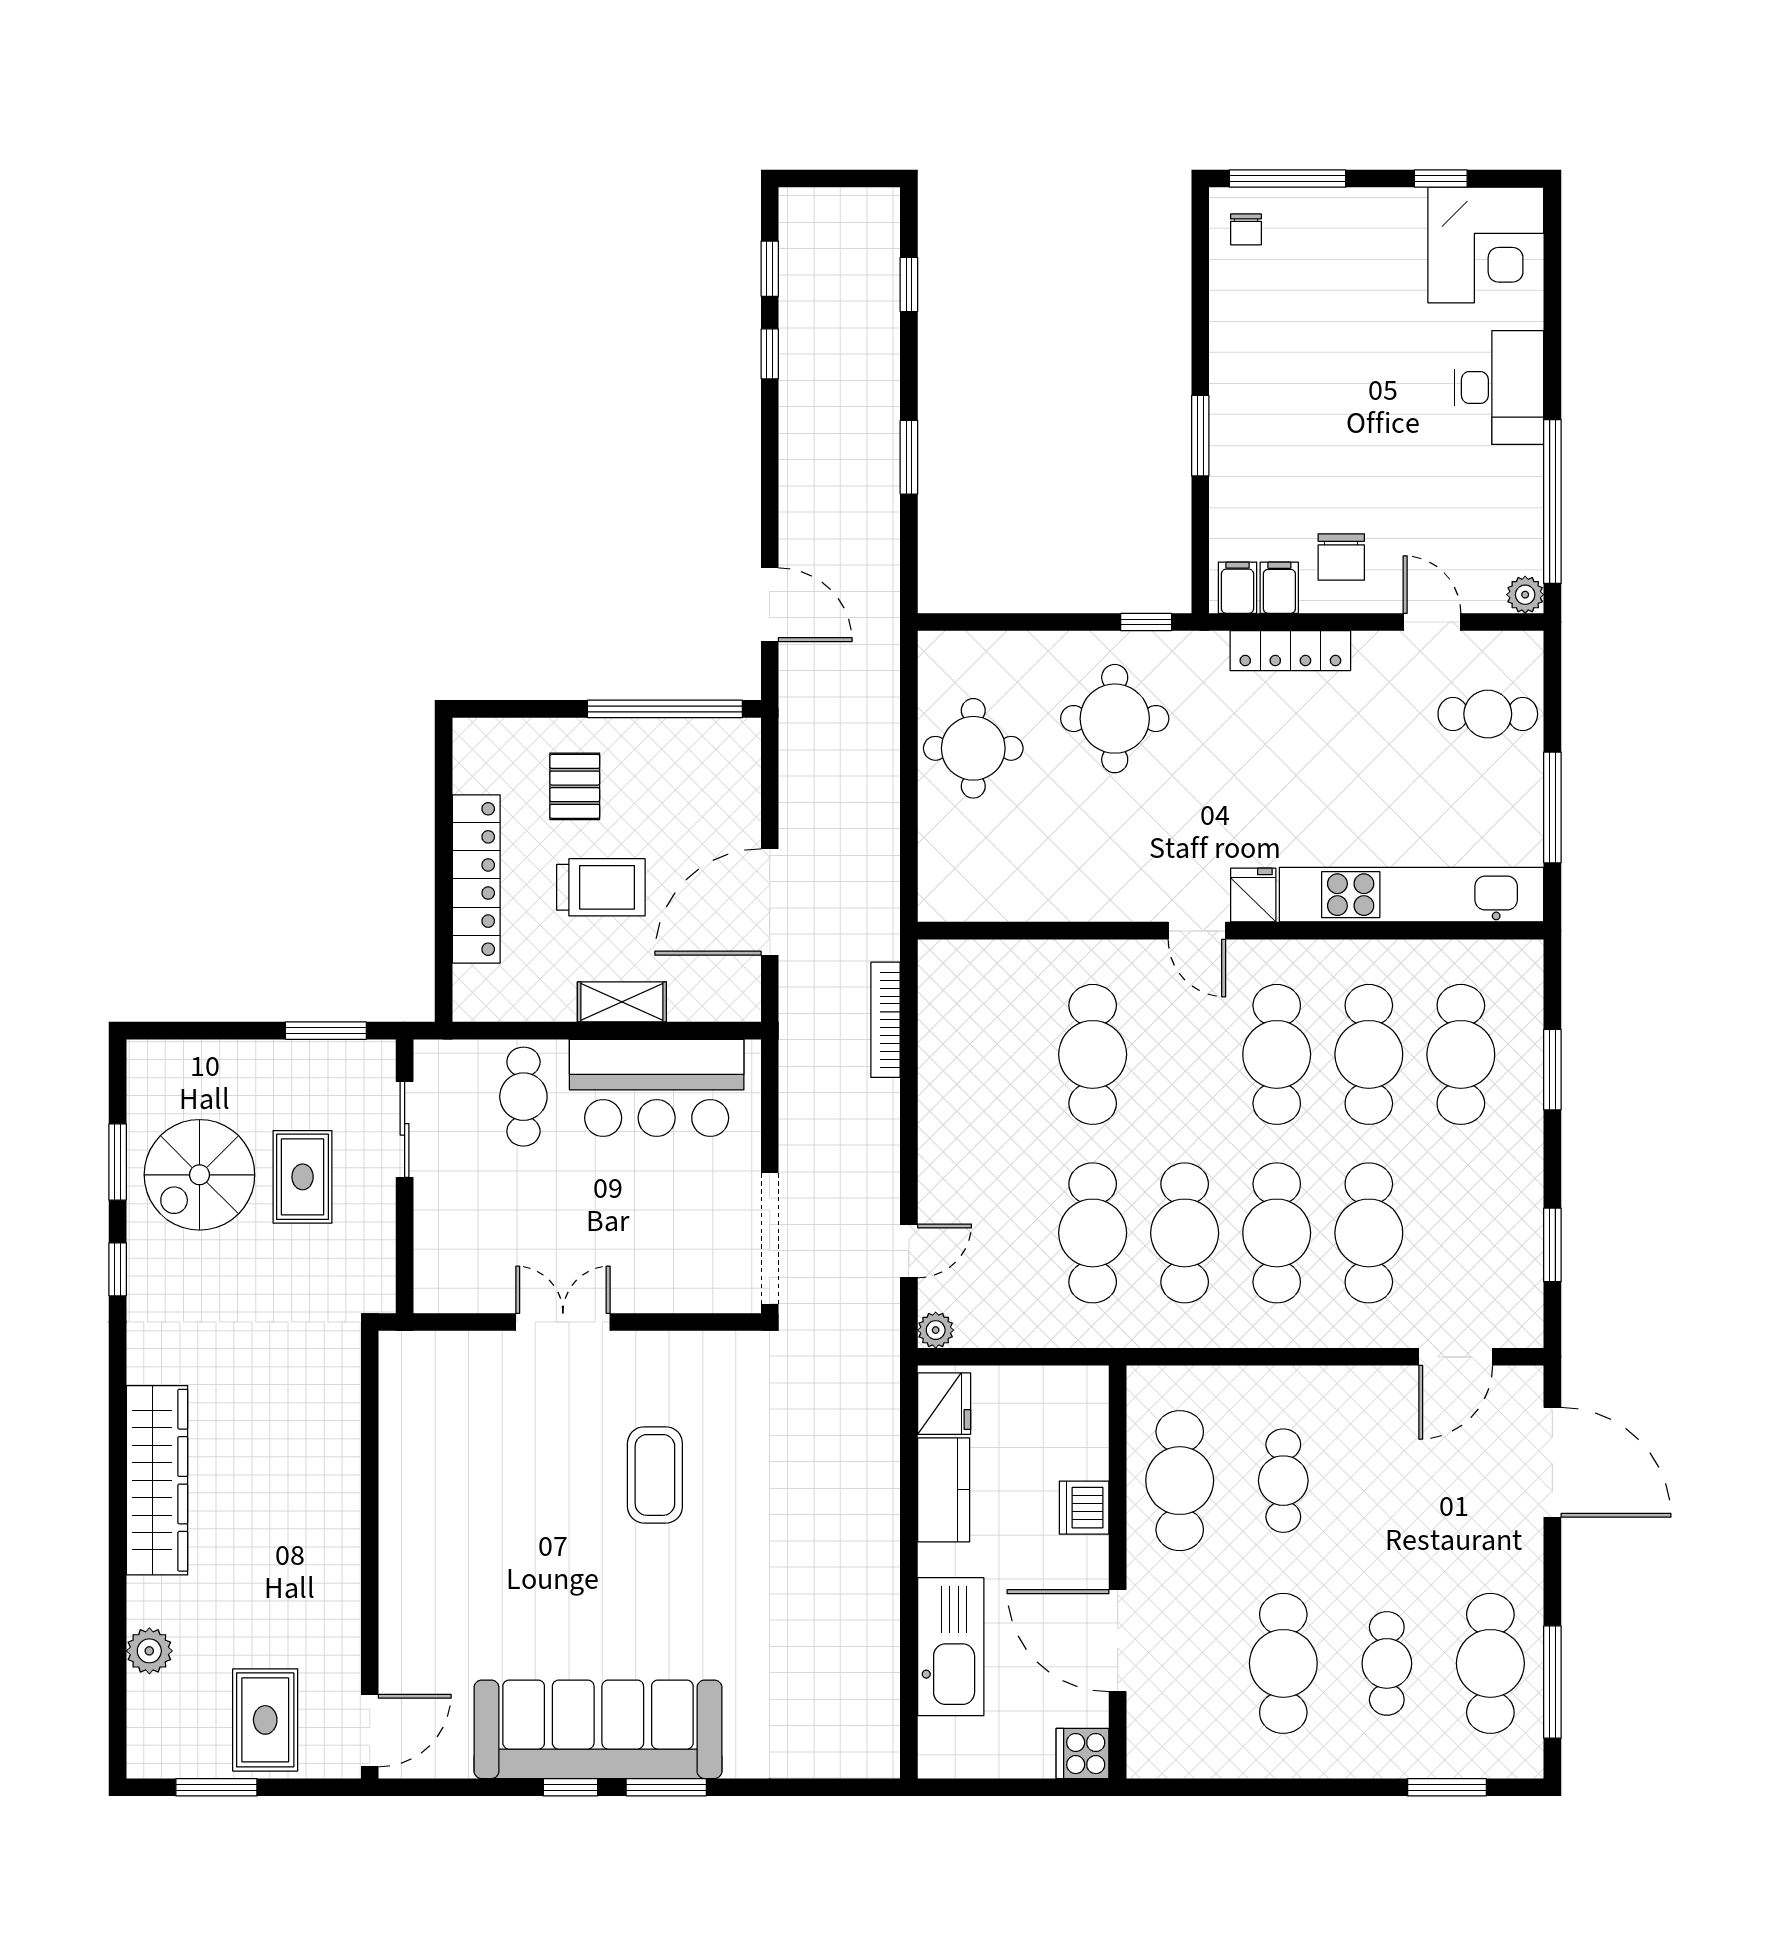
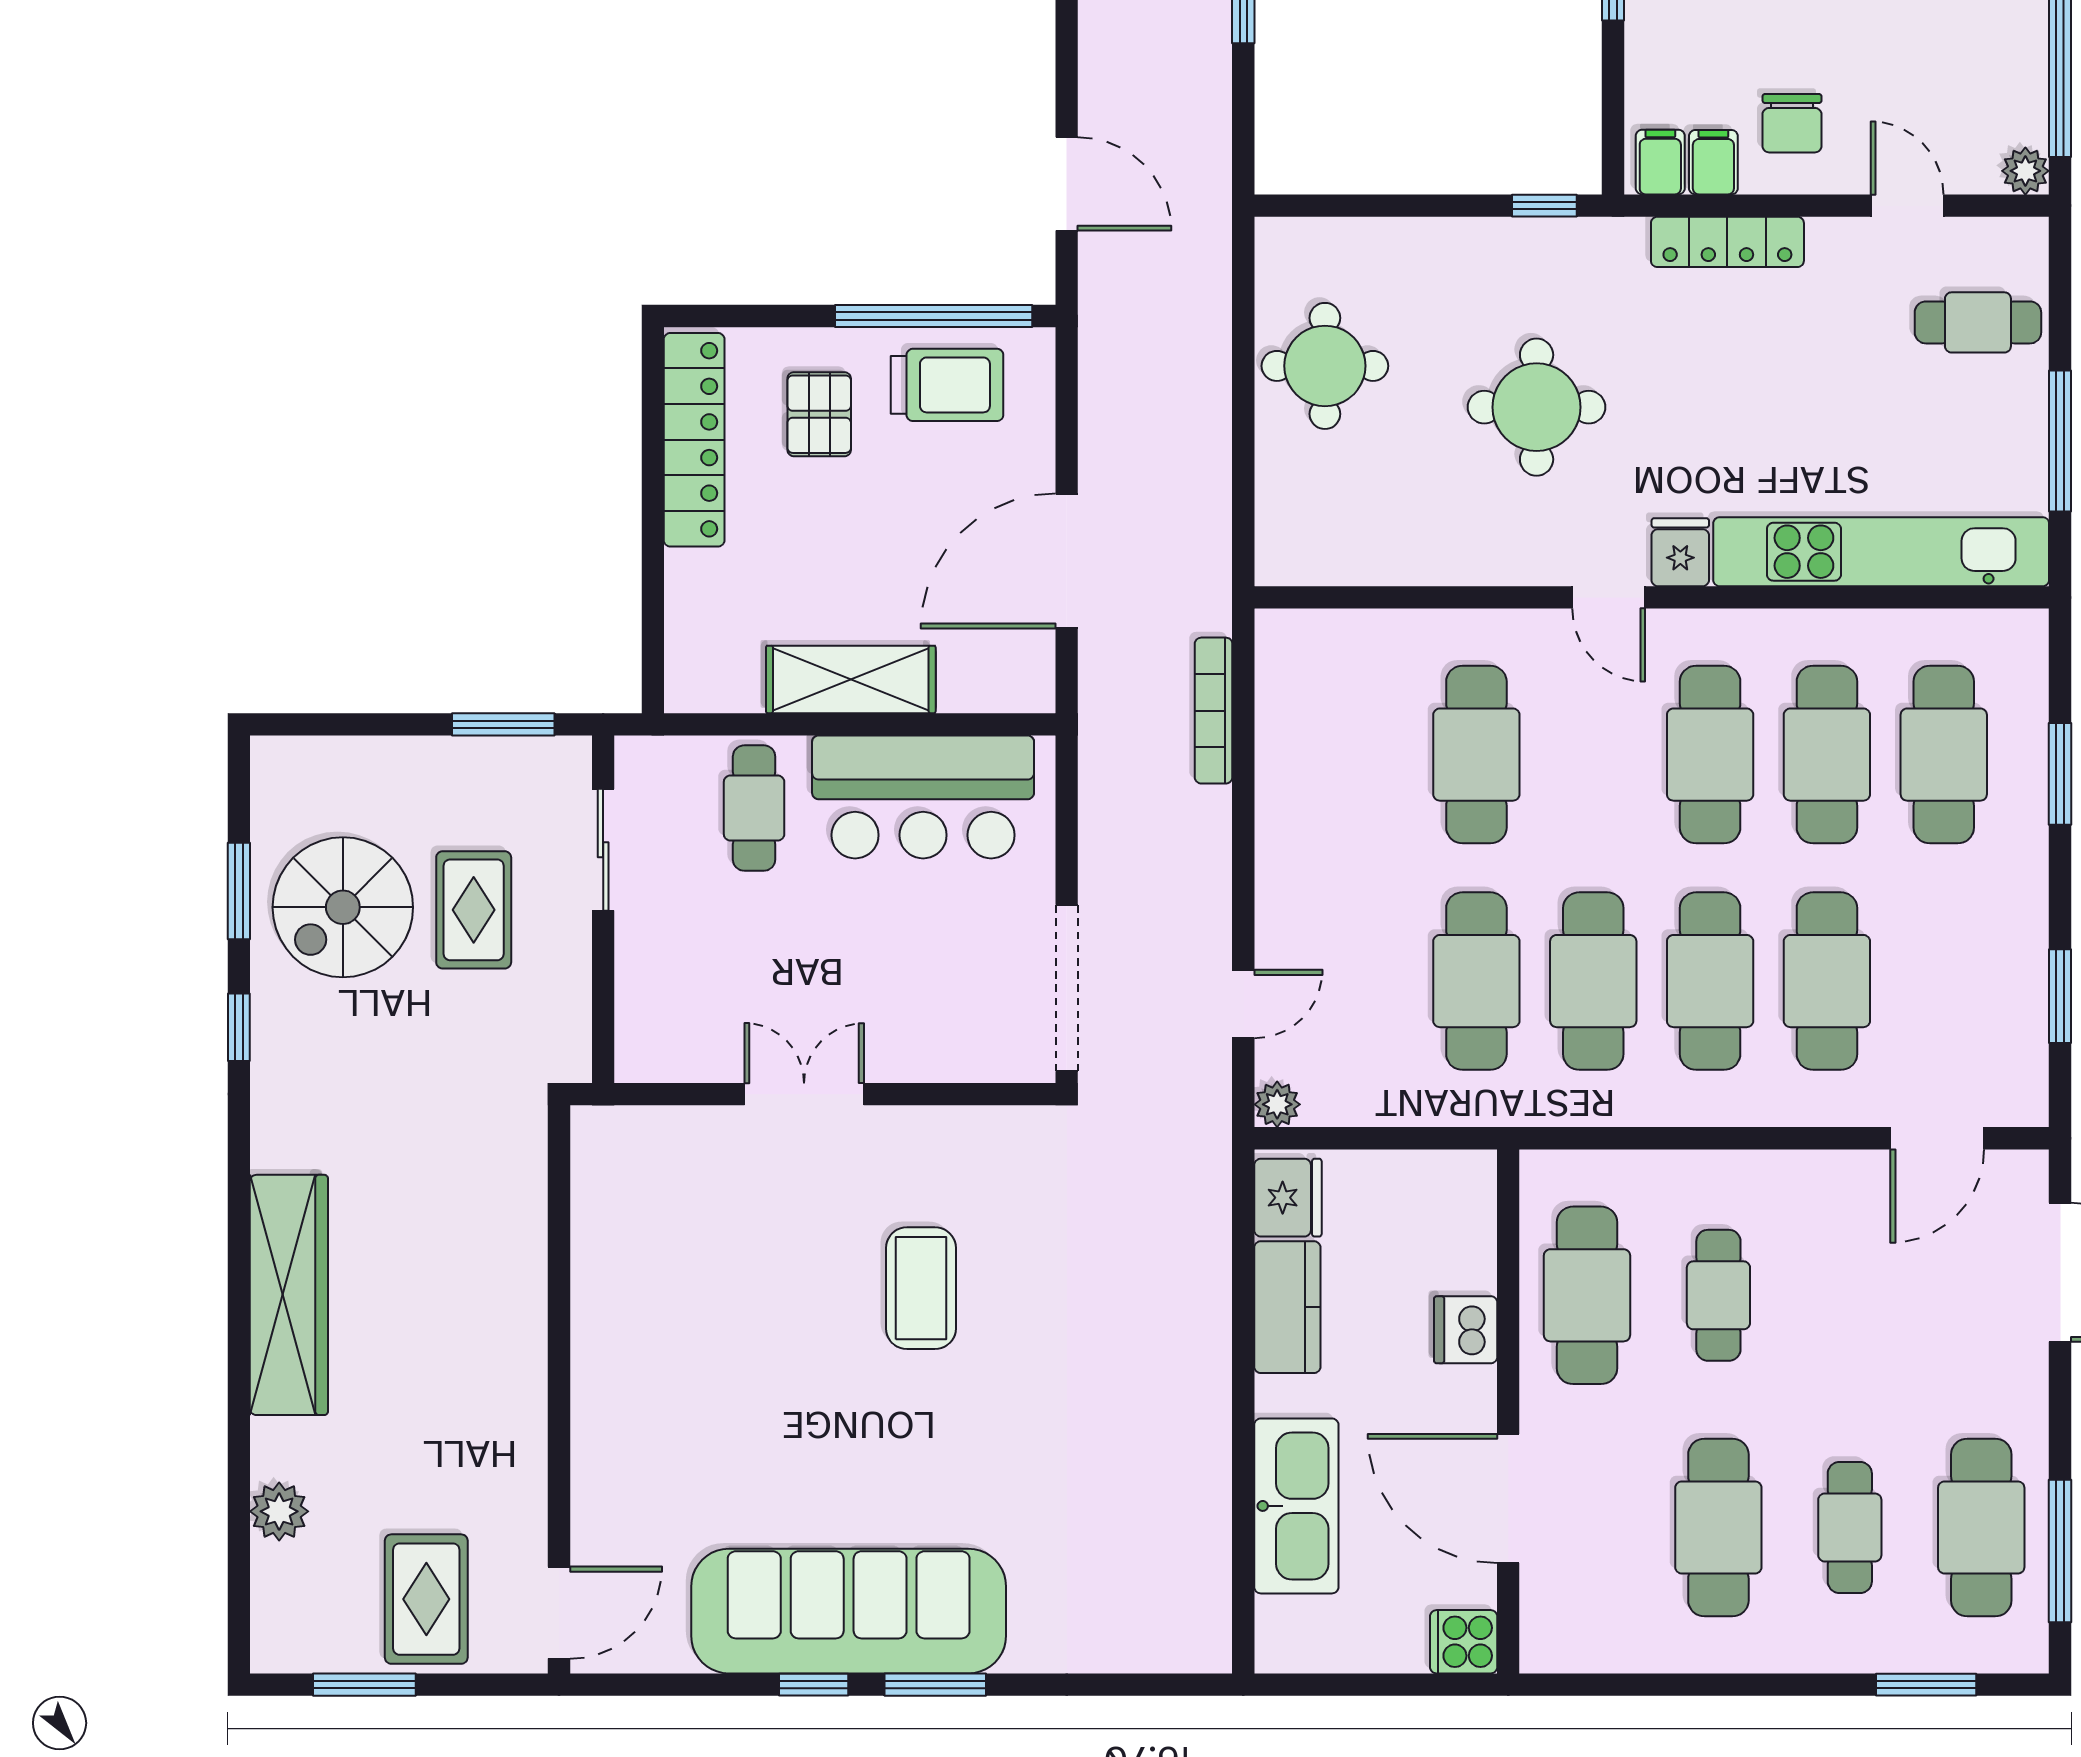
round table: (1115, 719) -> (1537, 407), moved
locker: (476, 879) -> (694, 440), moved
trolley: (601, 887) -> (947, 385), moved
shelving: (622, 1002) -> (851, 679), width x1.50, depth x1.33

